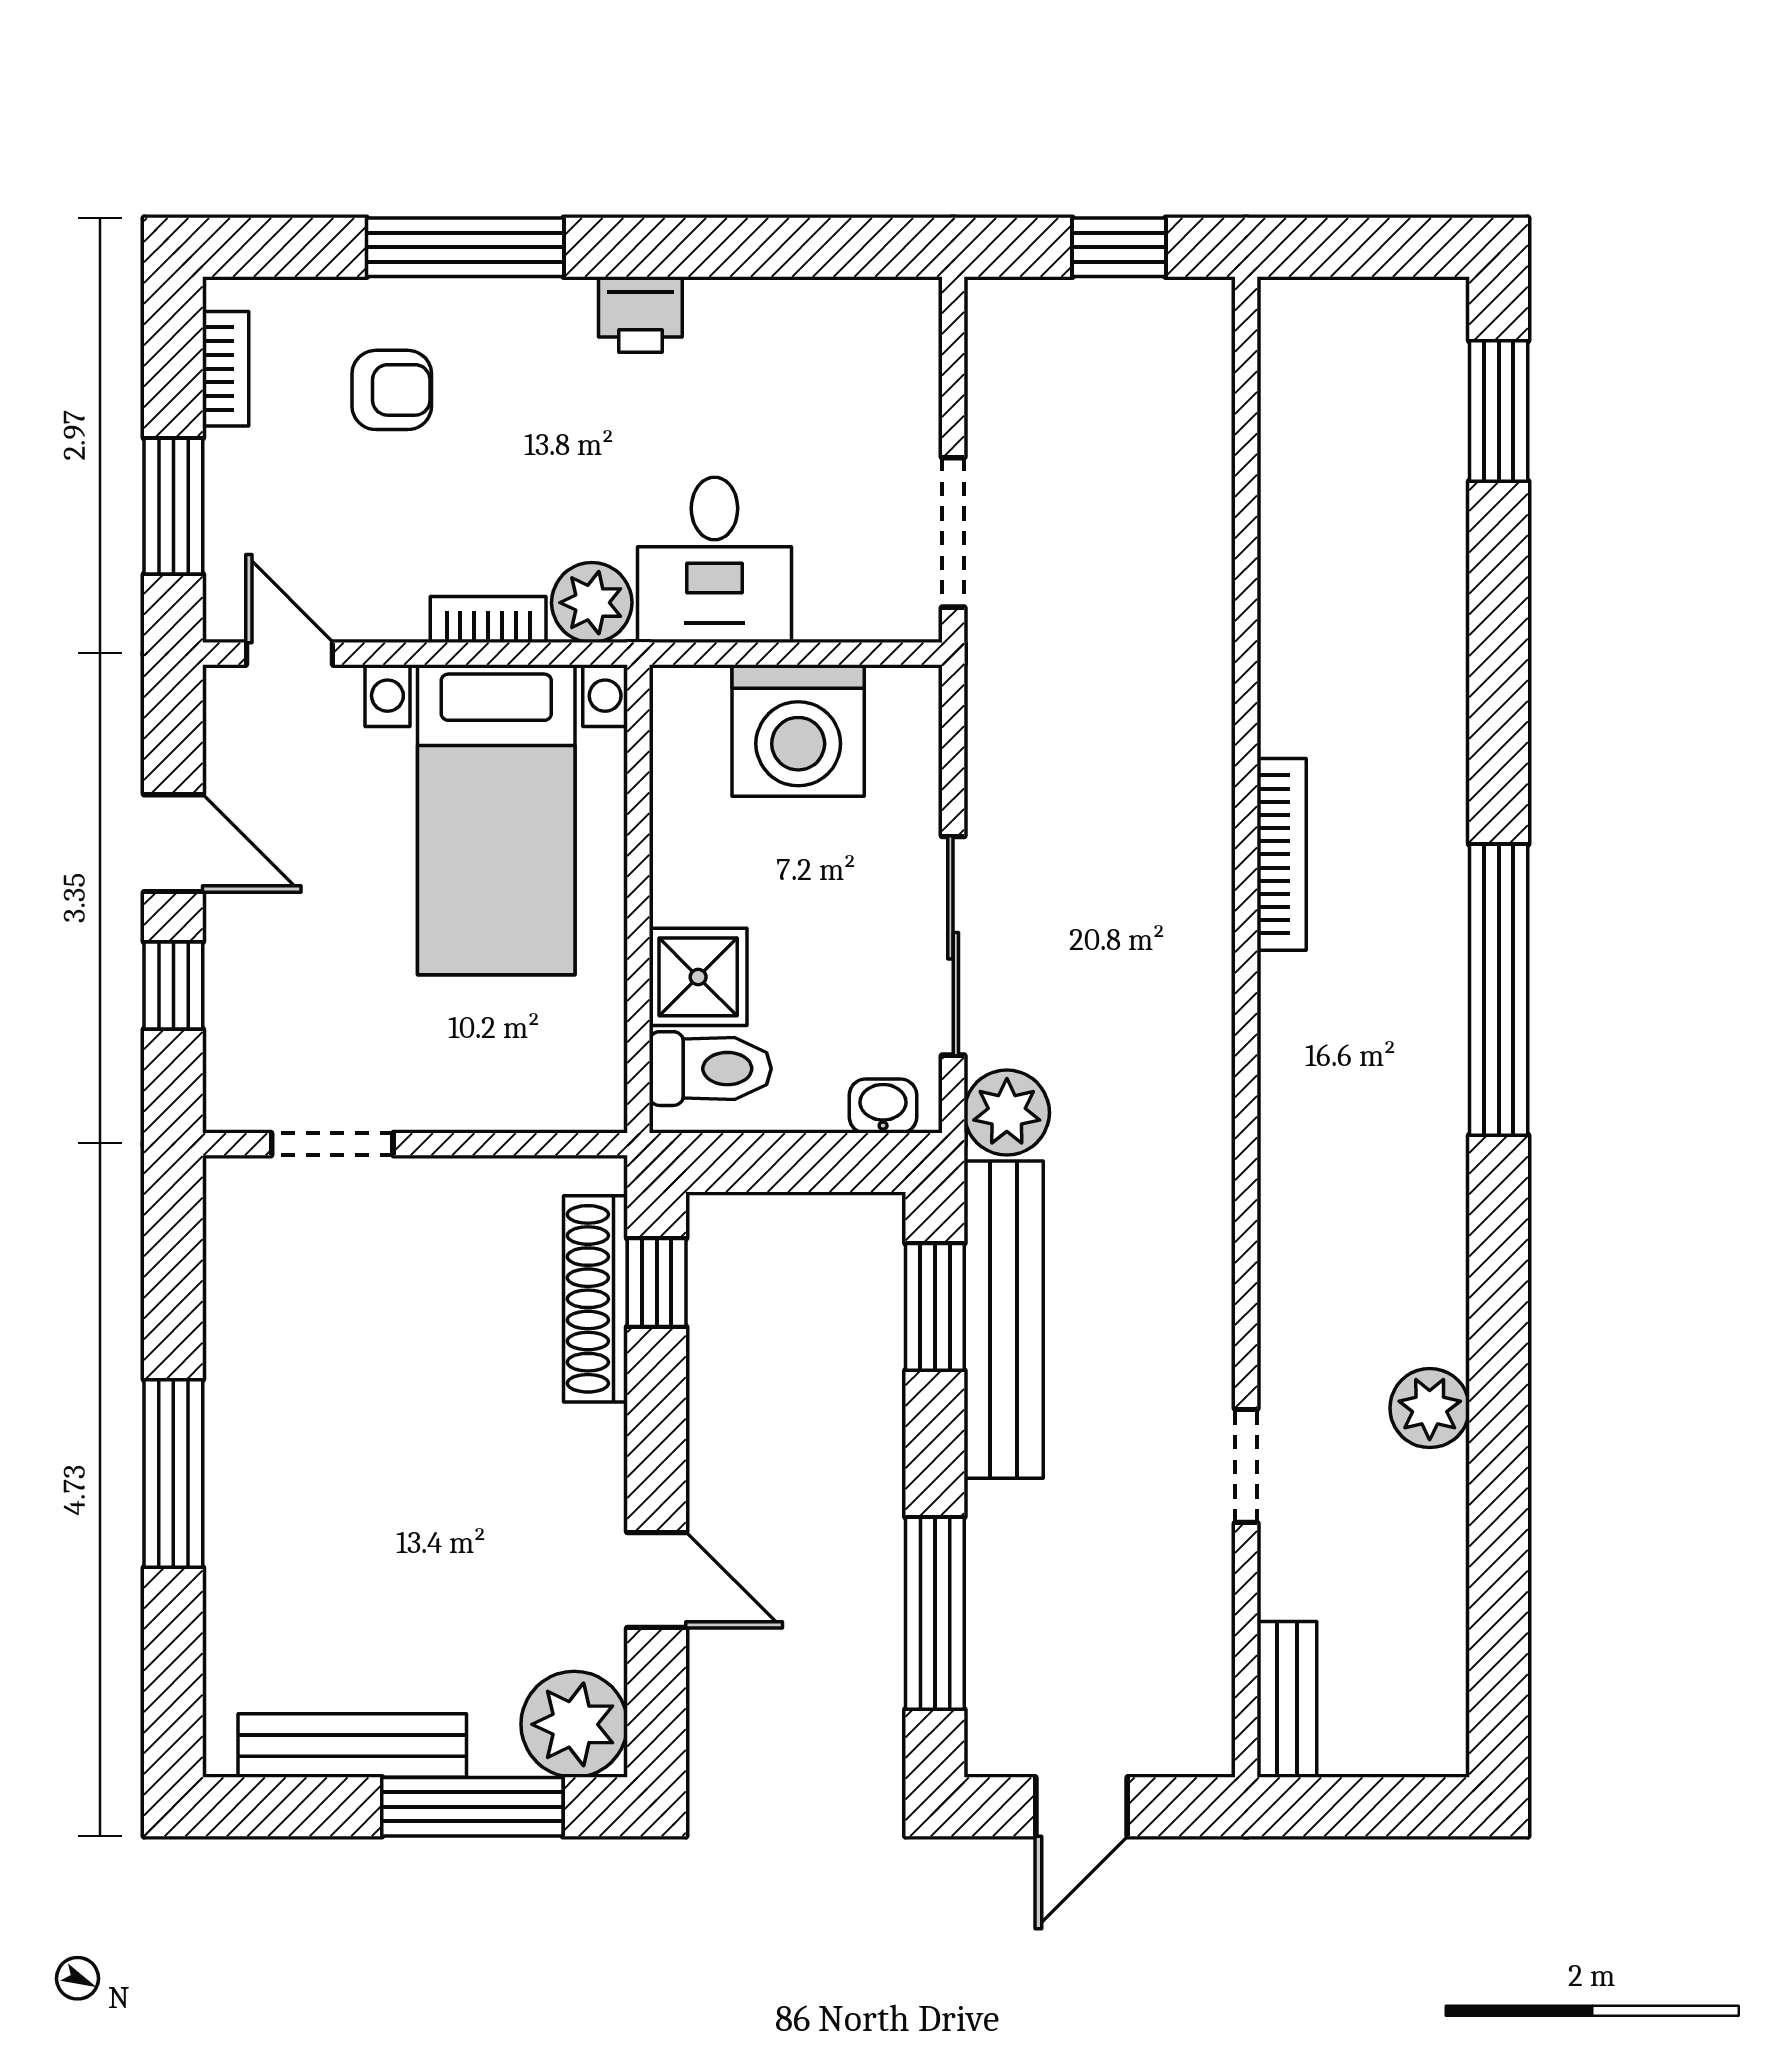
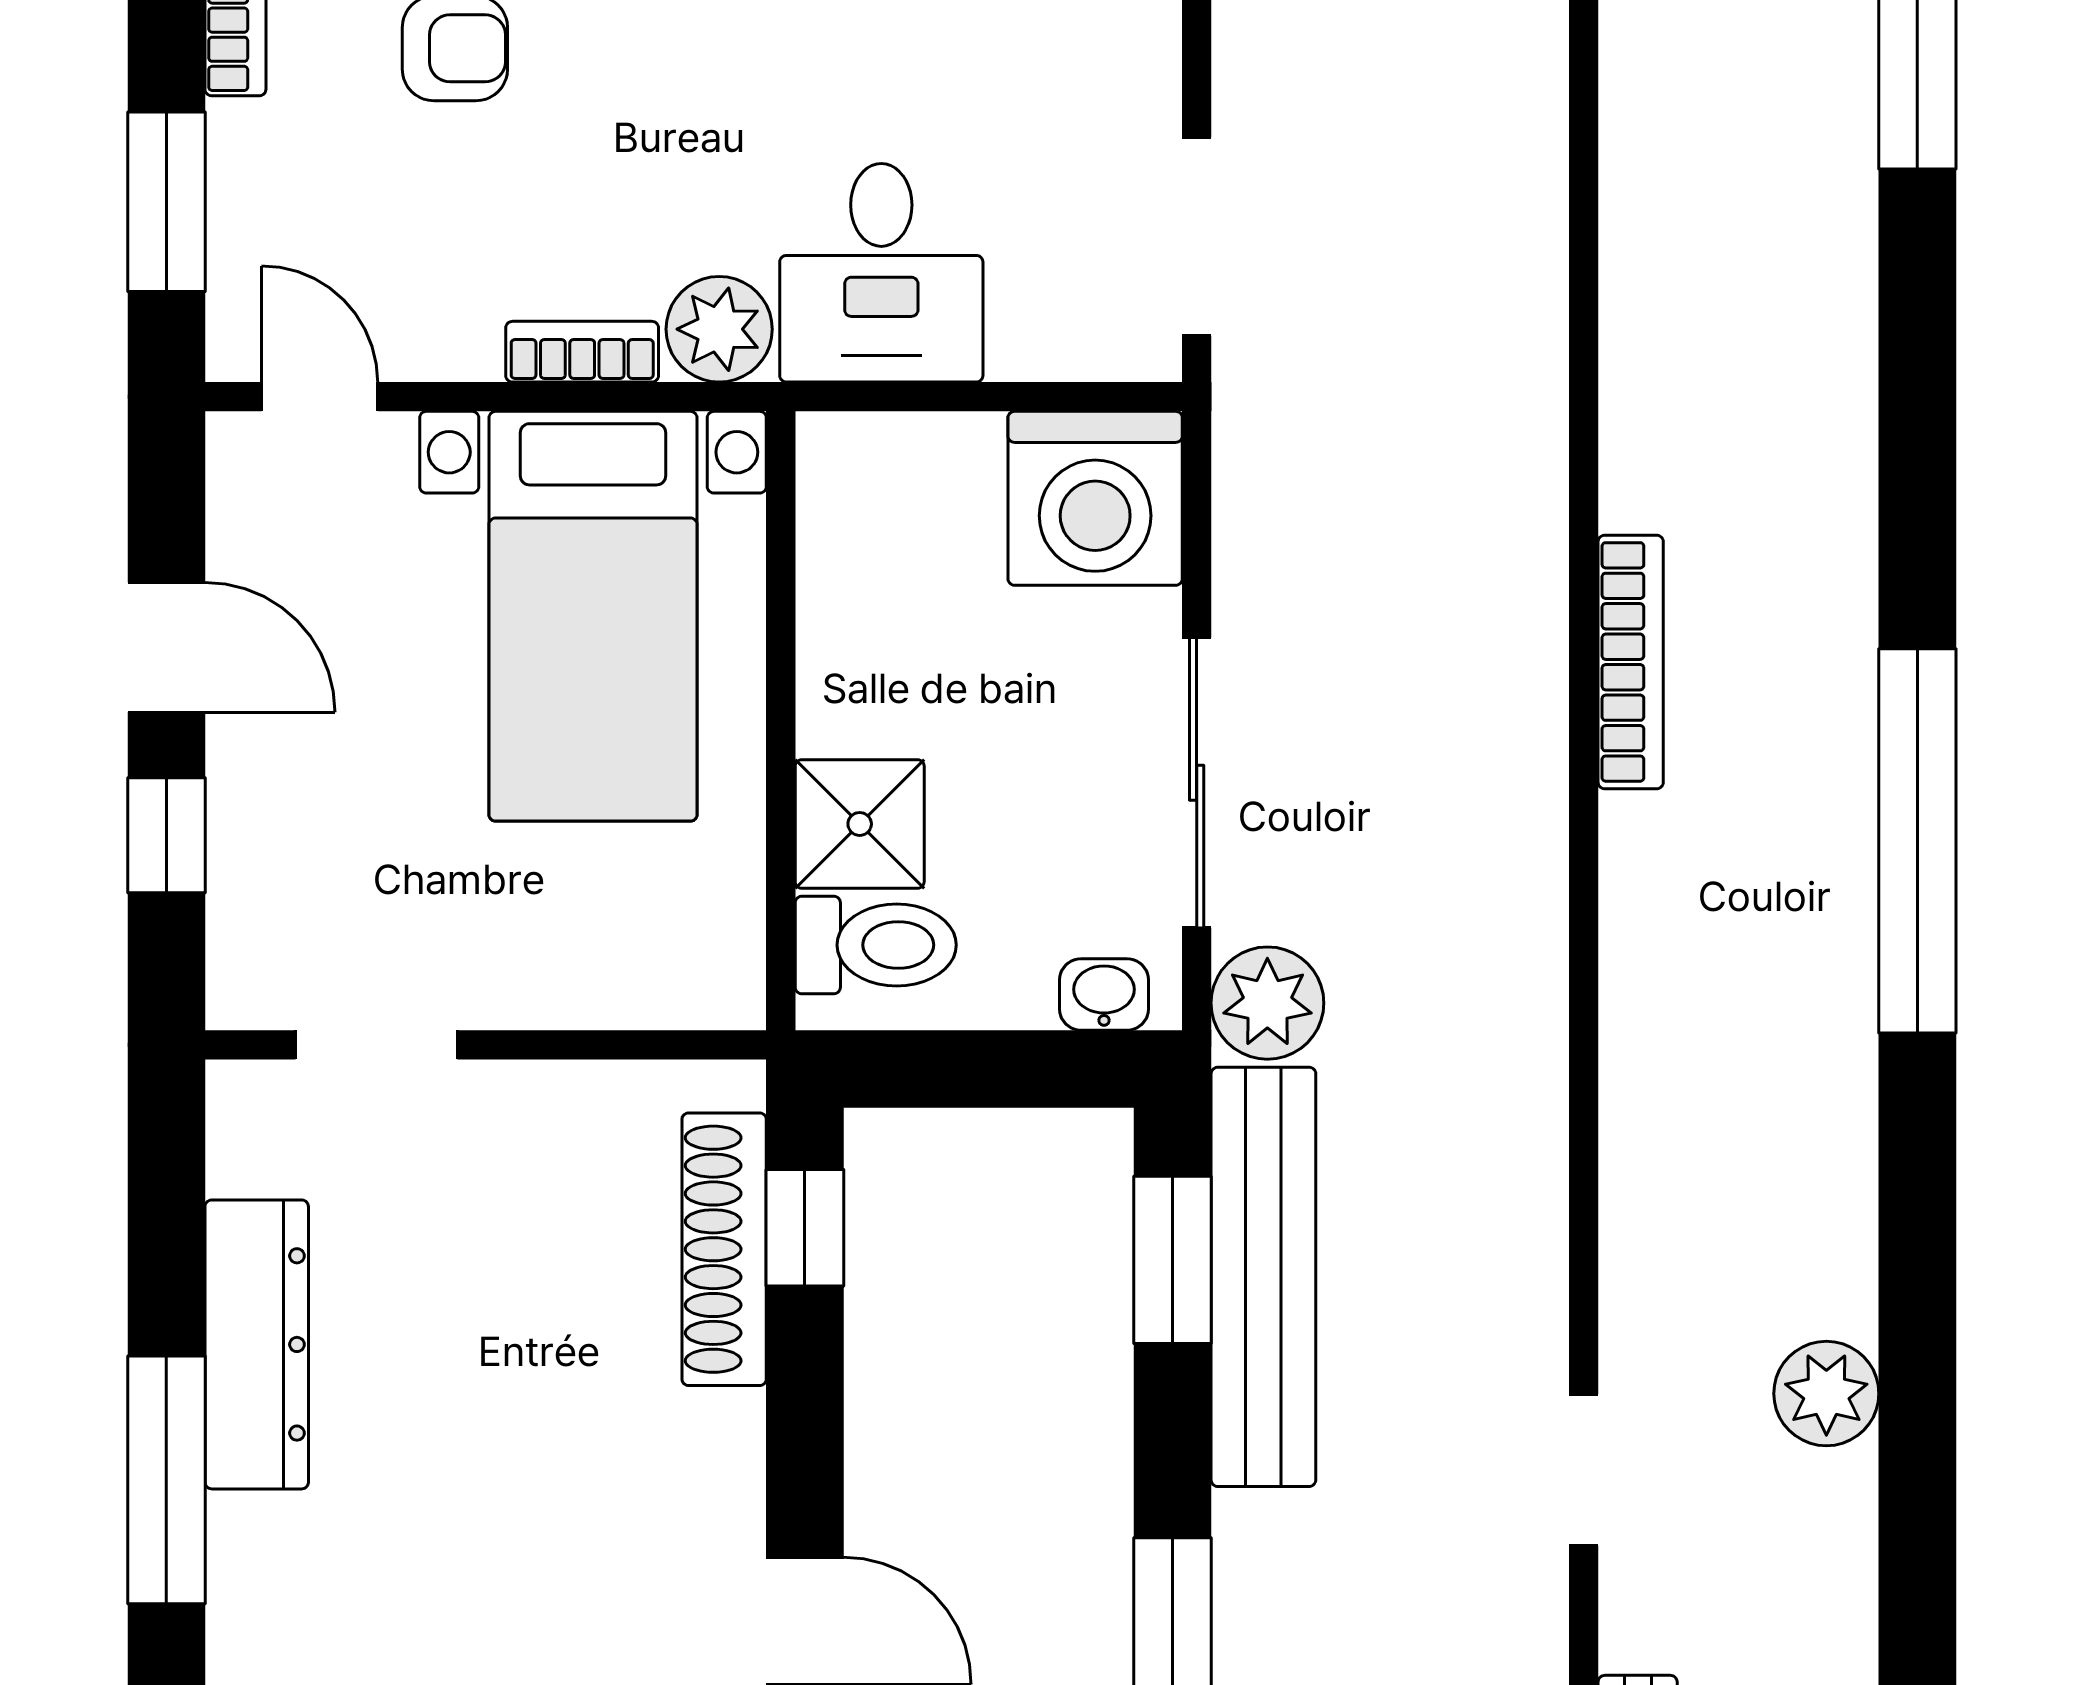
washing machine: (798, 731) -> (1095, 498), moved
dresser: (242, 1371) -> (257, 1344), added

